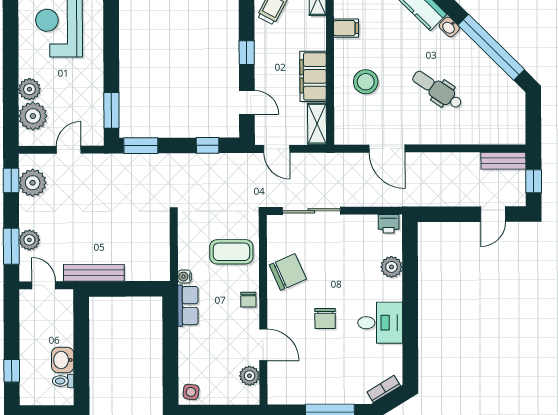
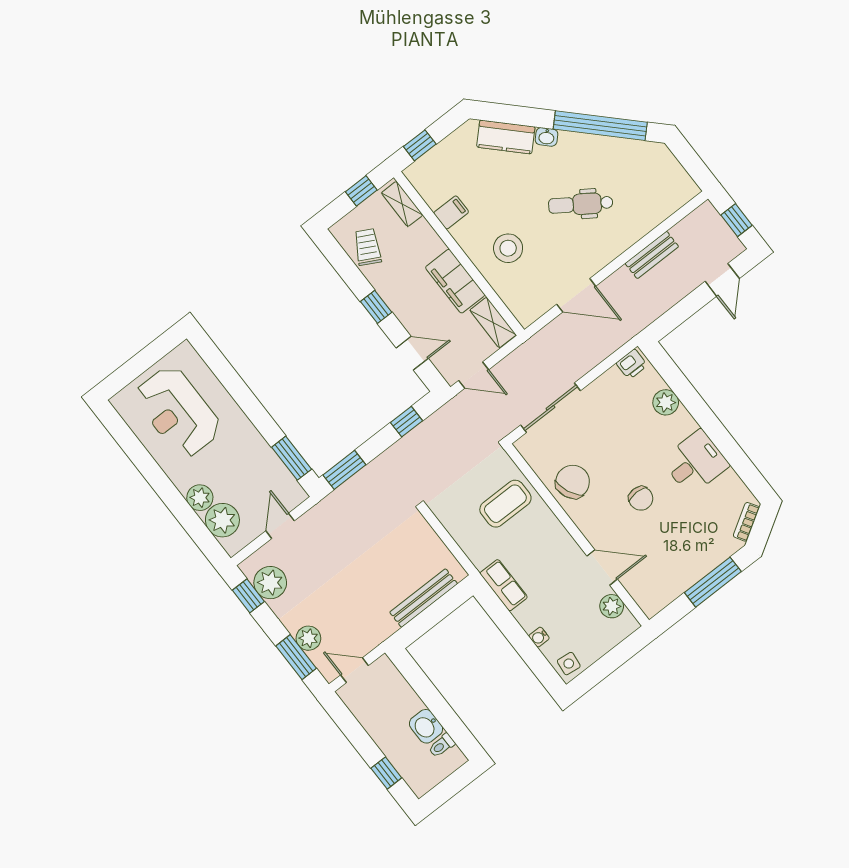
bench: (503, 161) -> (652, 255), moved
bench: (94, 273) -> (424, 598), moved
water cooler: (184, 277) -> (539, 637), moved
chair: (248, 300) -> (556, 536), removed

